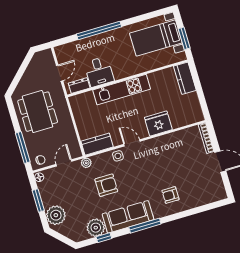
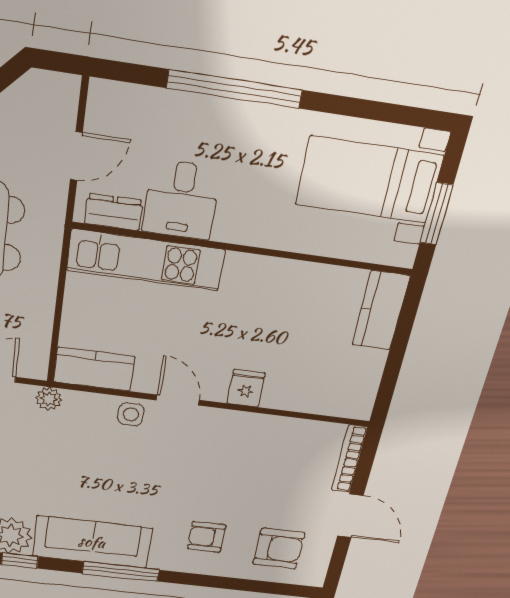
kitchen unit: (122, 90) -> (146, 260), moved
fridge: (158, 123) -> (246, 388), width x0.53, depth x0.75
armchair: (106, 185) -> (279, 549), moved

